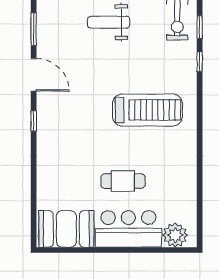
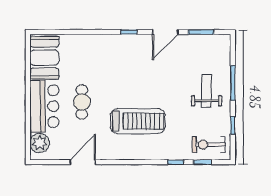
treadmill: (147, 110) -> (138, 121), turned -90
door: (200, 180) -> (83, 162), added

